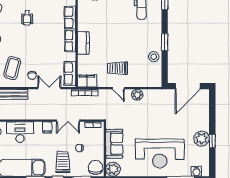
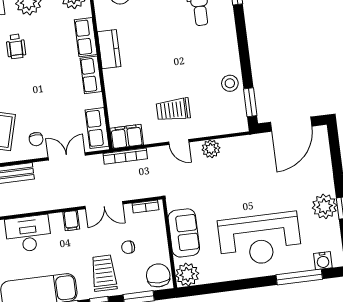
window: (165, 42) -> (250, 102), moved
kitchen counter: (83, 43) -> (109, 49), moved

